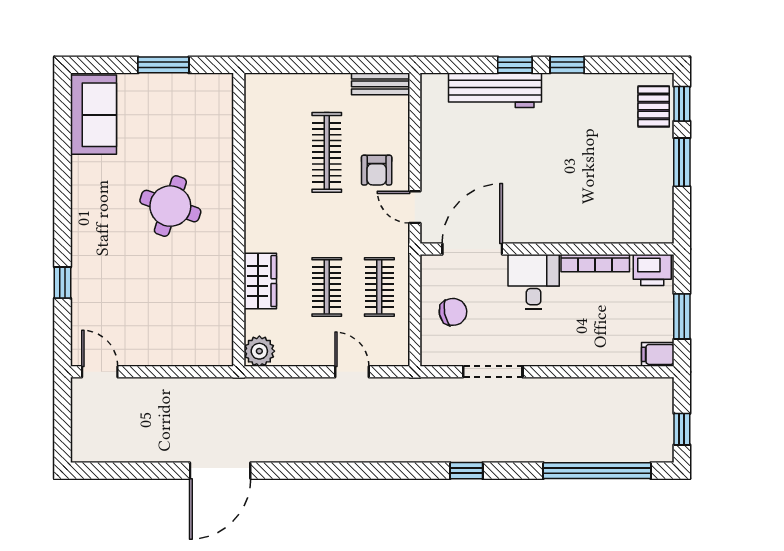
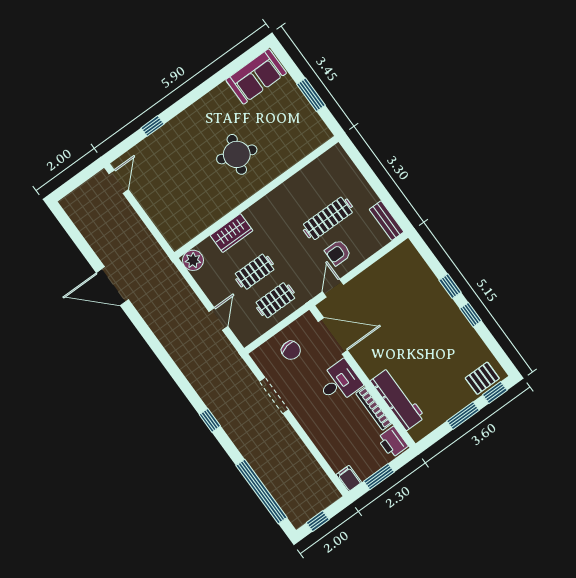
workbench: (495, 90) -> (398, 399), moved, turned 180

